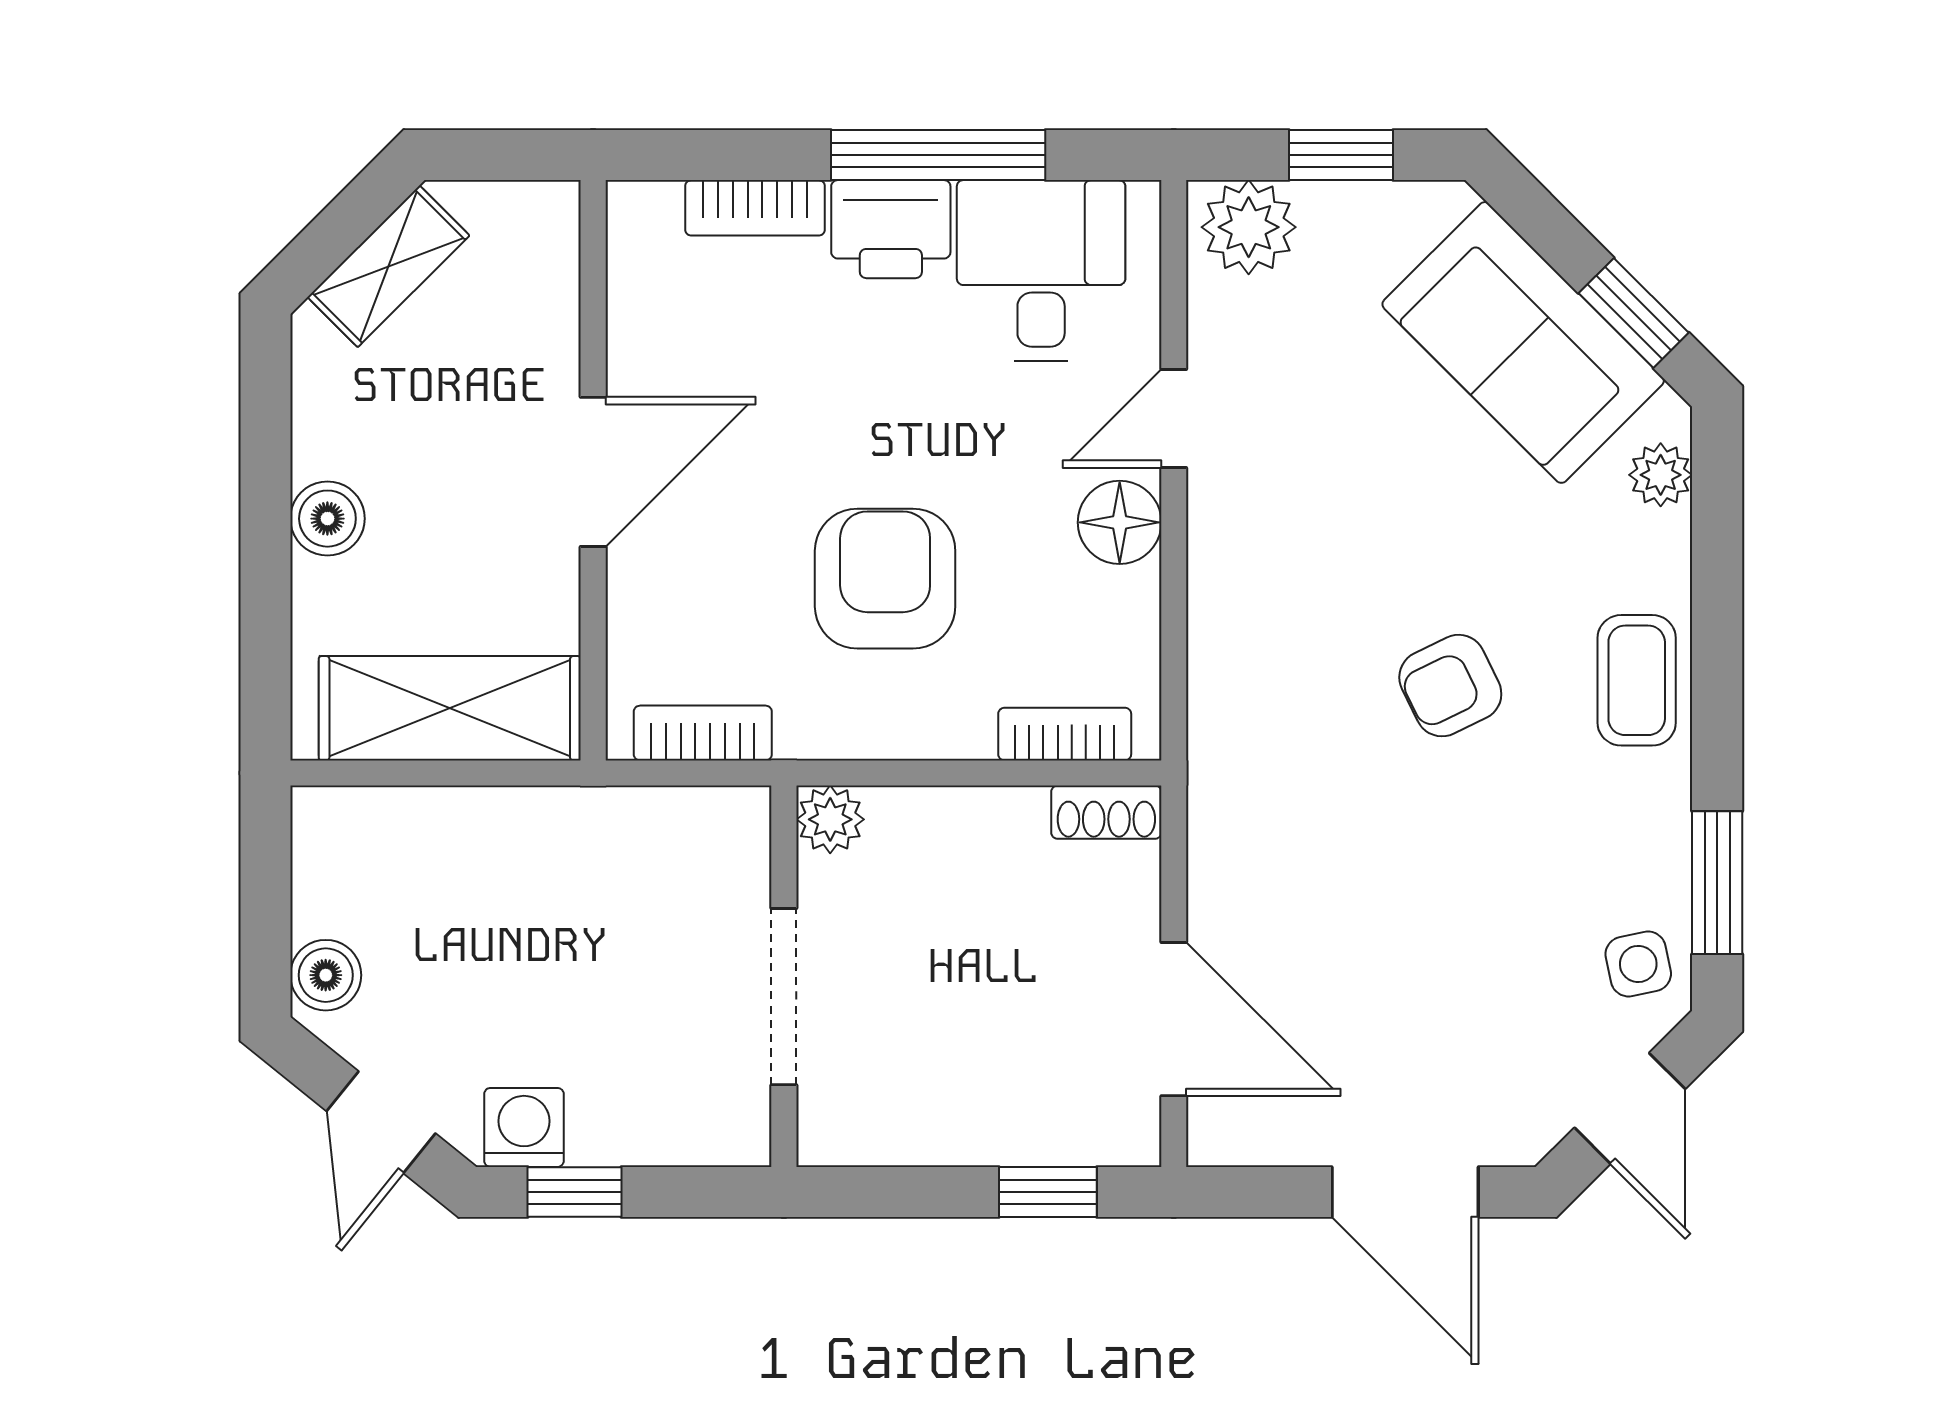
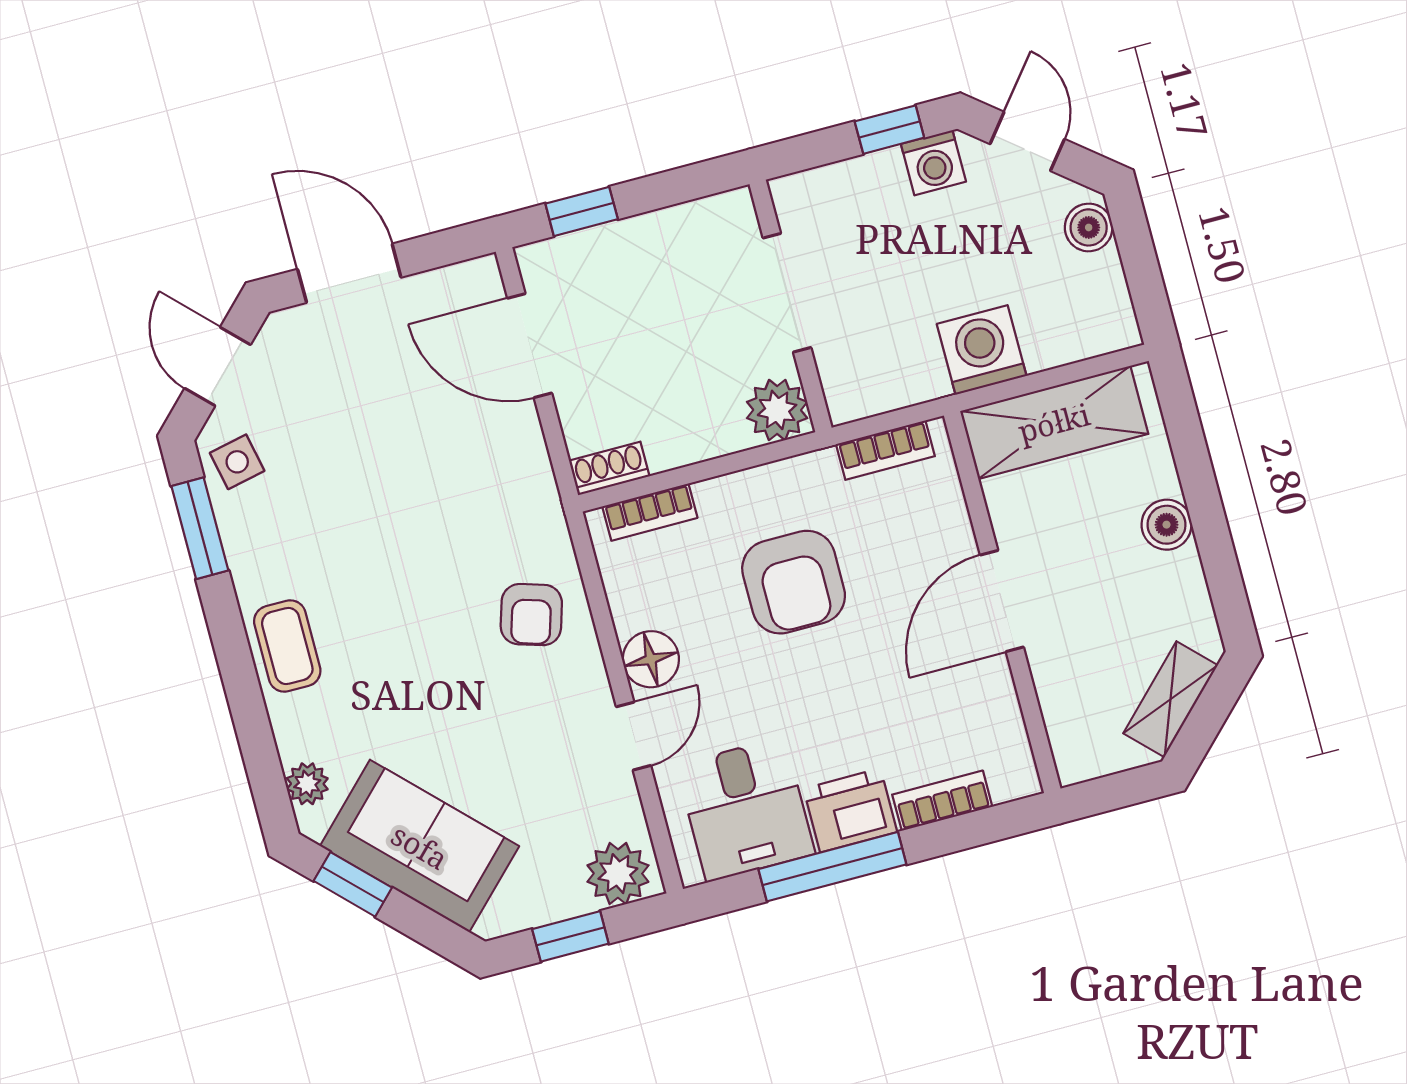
armchair: (1450, 686) -> (531, 615), moved, turned 133
plant: (830, 819) -> (777, 410), width x1.38, depth x1.38
washing machine: (526, 840) -> (982, 350), added

